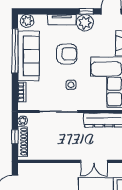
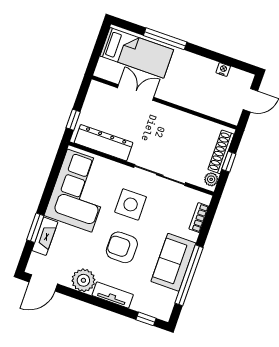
window: (86, 11) -> (146, 319), moved
plant: (27, 21) -> (159, 309), removed
sofa: (29, 56) -> (173, 262), width x0.73
side table: (71, 85) -> (131, 204), width x1.87, depth x1.87

